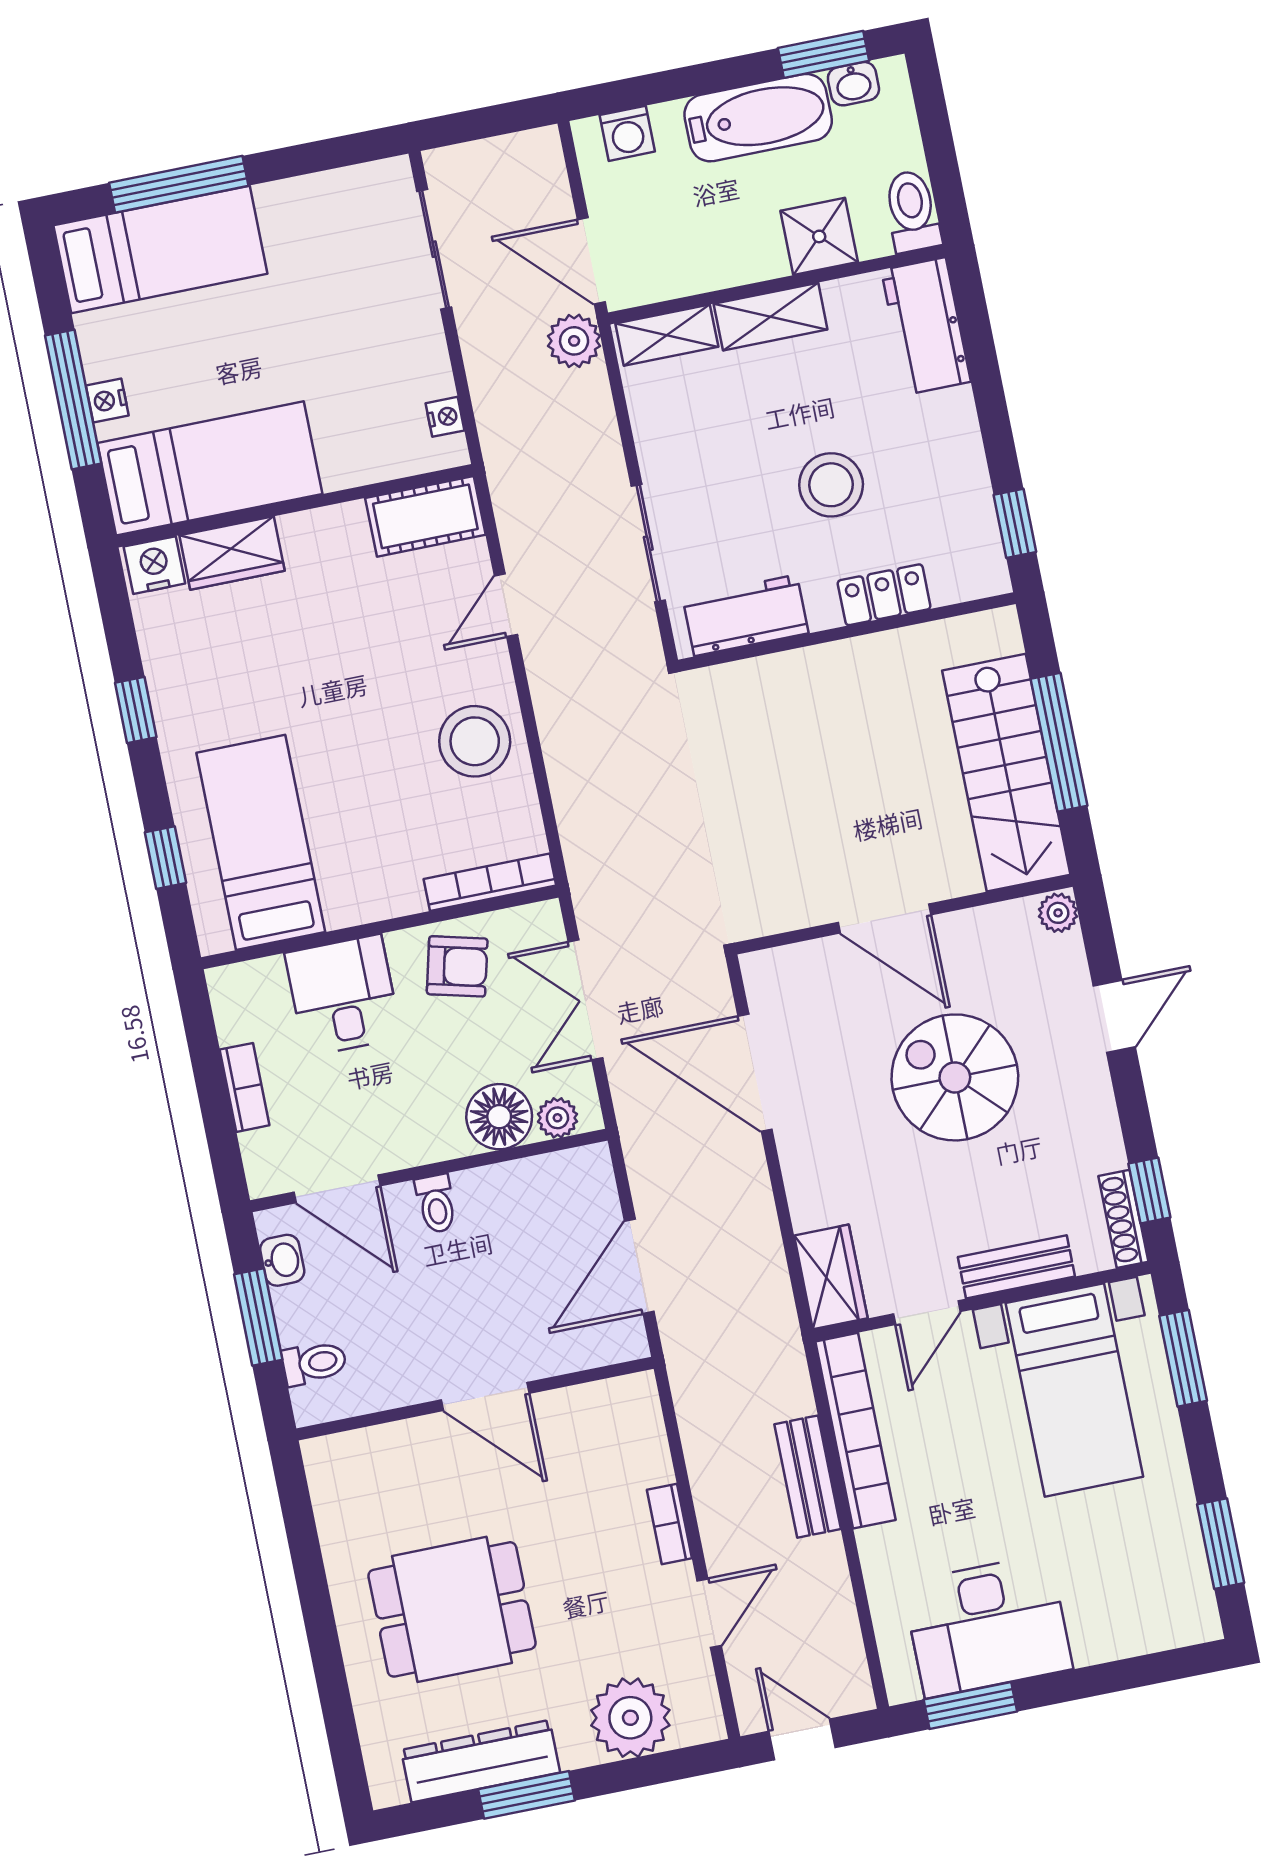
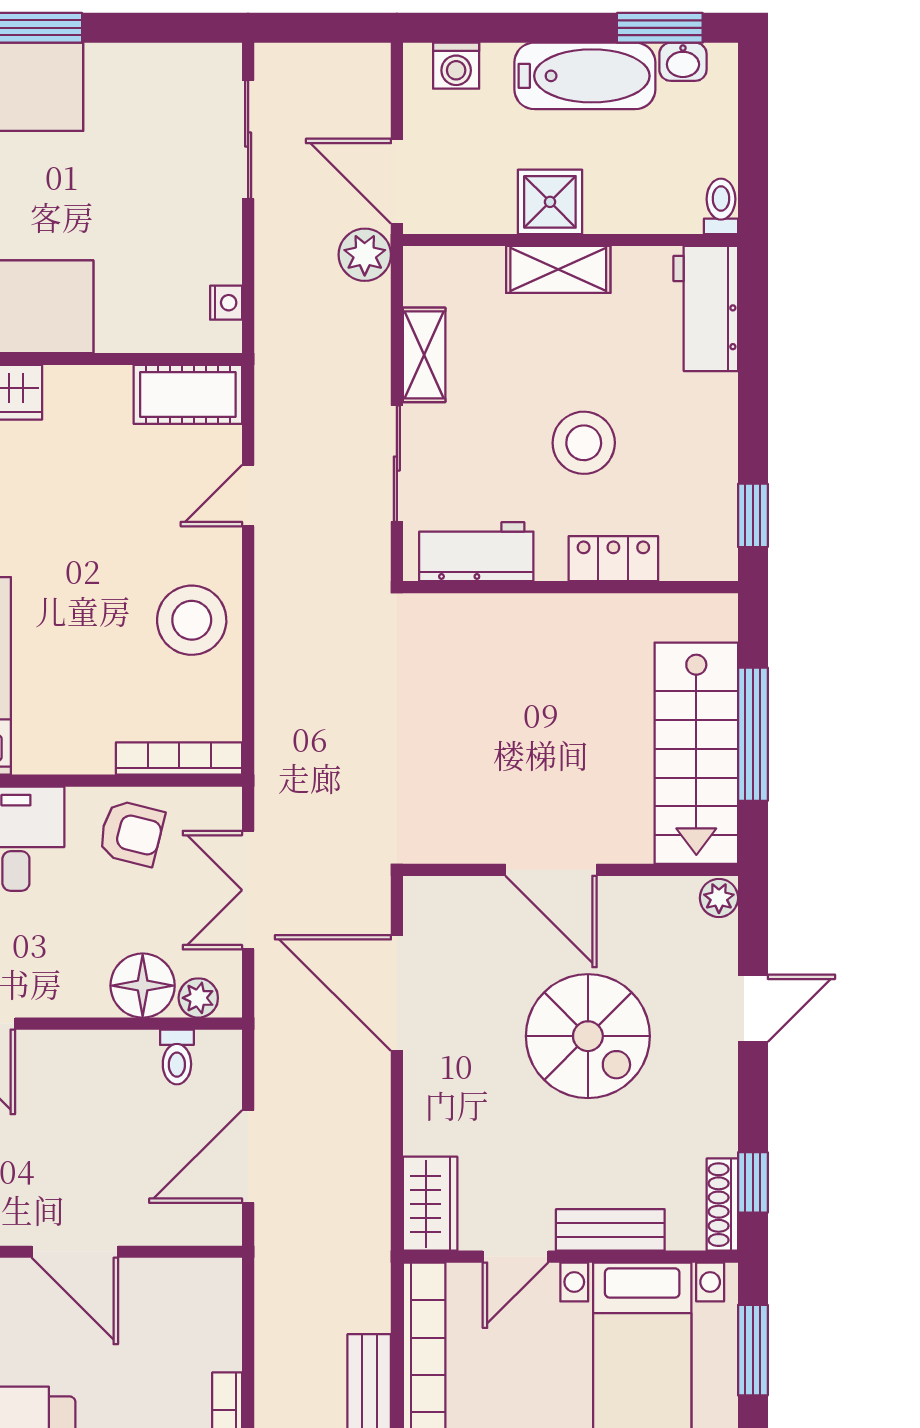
toilet: (912, 211) -> (721, 206), width x0.73, depth x0.72
shower: (819, 236) -> (550, 202), moved
shelving: (667, 335) -> (424, 355), moved, turned 90
spiral stairs: (955, 1077) -> (588, 1036), turned 180
toilet: (436, 1204) -> (177, 1057), moved

